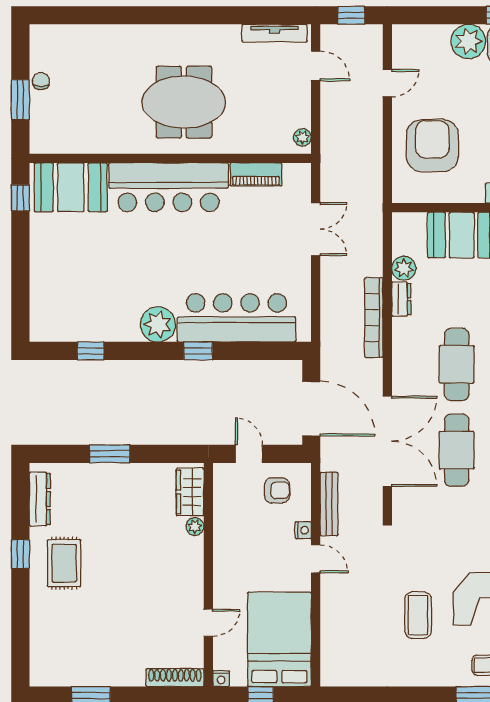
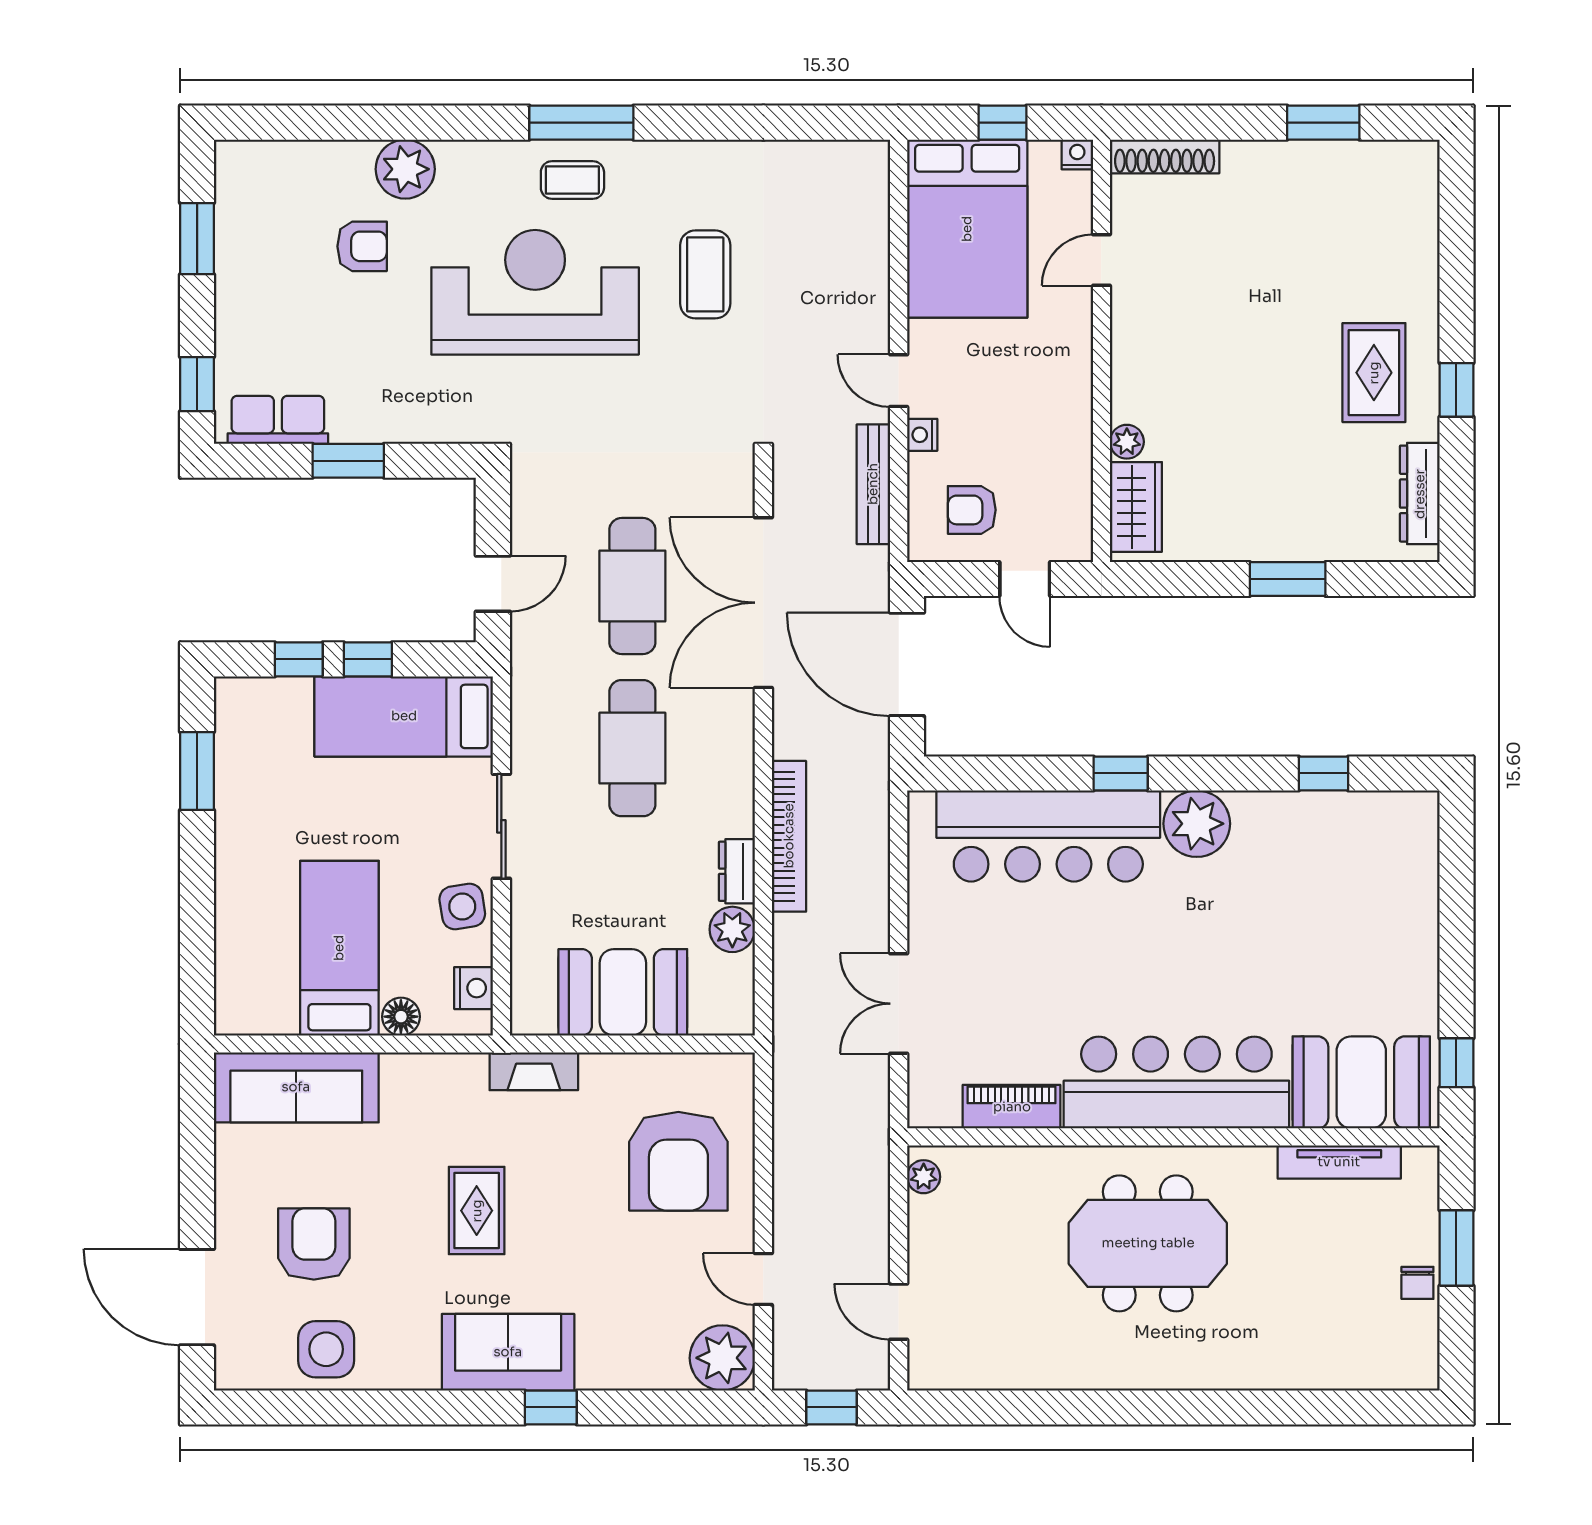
tv unit: (275, 33) -> (1339, 1162), moved, turned 180
plant: (468, 41) -> (722, 1358), moved
door: (387, 83) -> (763, 1279), hinge flipped

